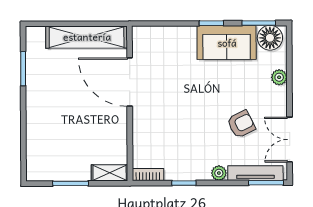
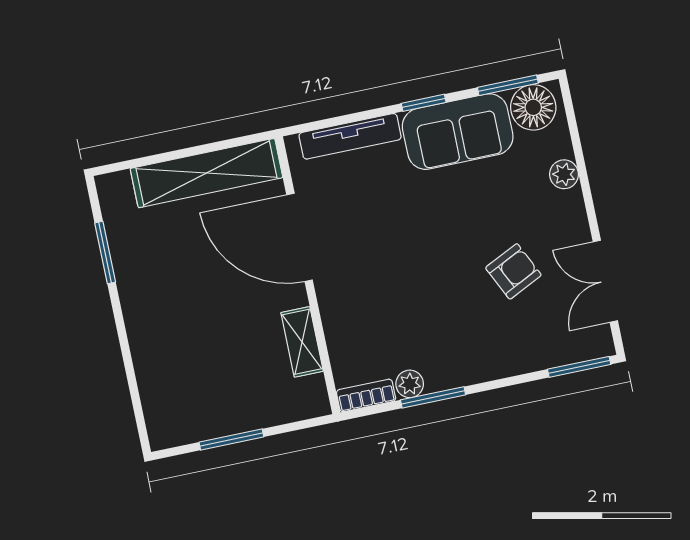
shelving: (110, 173) -> (302, 342), moved, turned 90
plant: (219, 173) -> (410, 384), moved
tv unit: (255, 173) -> (350, 136), moved, turned 180
window: (184, 183) -> (433, 397), width x1.50

